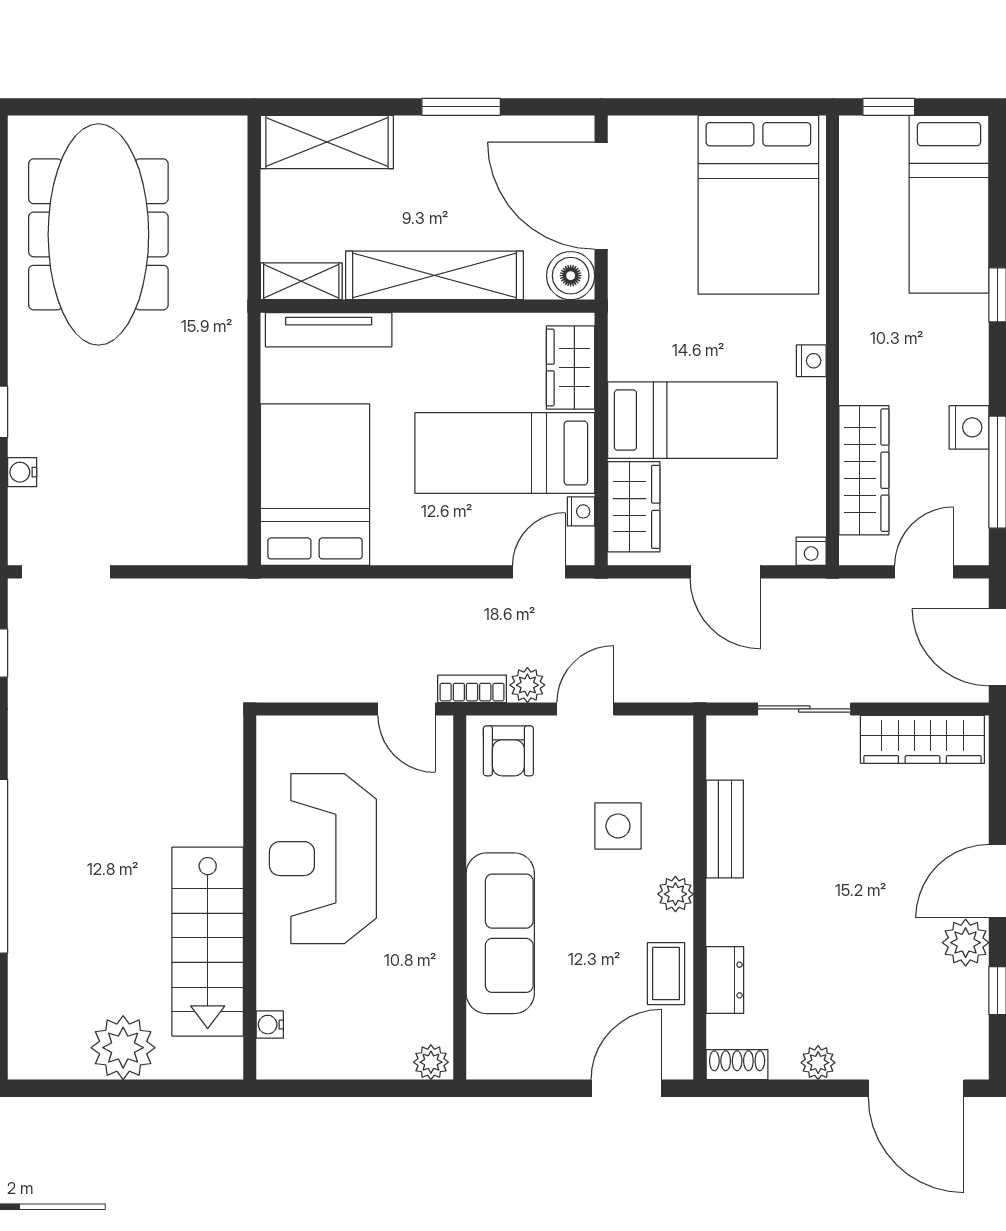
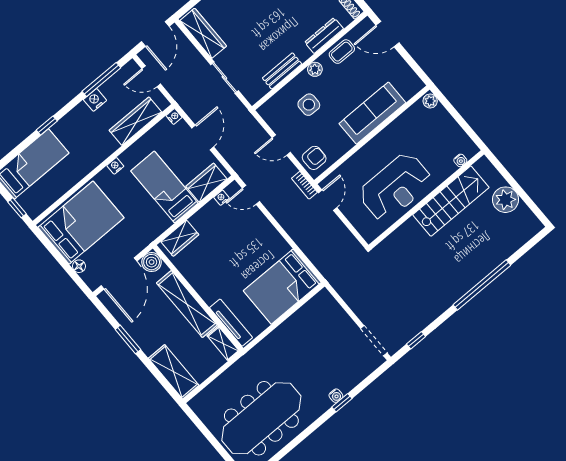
floor lamp: (679, 131) -> (79, 266), added
bed: (505, 453) -> (223, 236), removed
water cooler: (22, 472) -> (336, 396), moved
plant: (527, 685) -> (289, 169), removed
dresser: (725, 980) -> (324, 36), width x1.44

